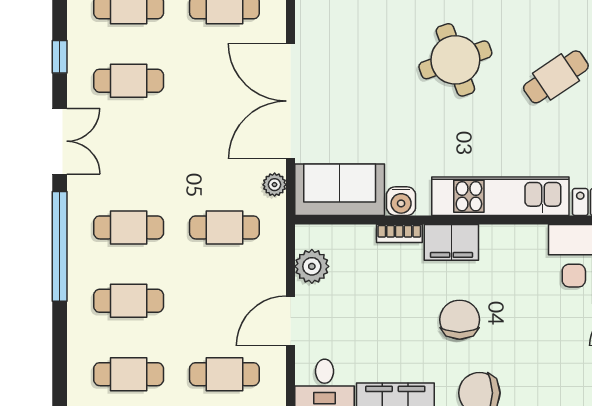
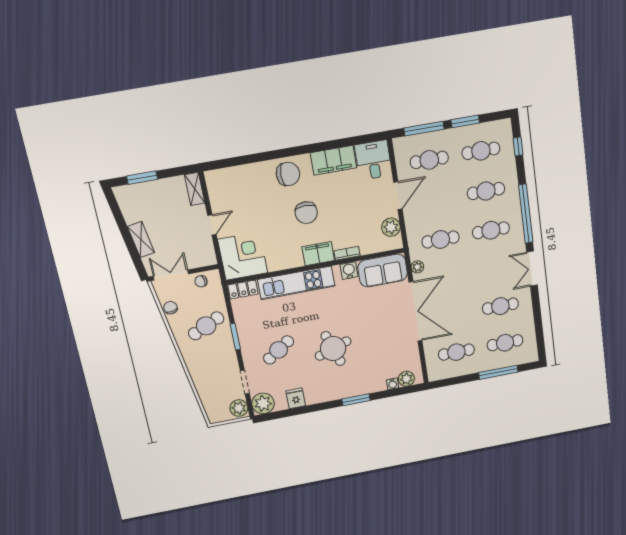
window: (60, 57) -> (518, 146), moved

